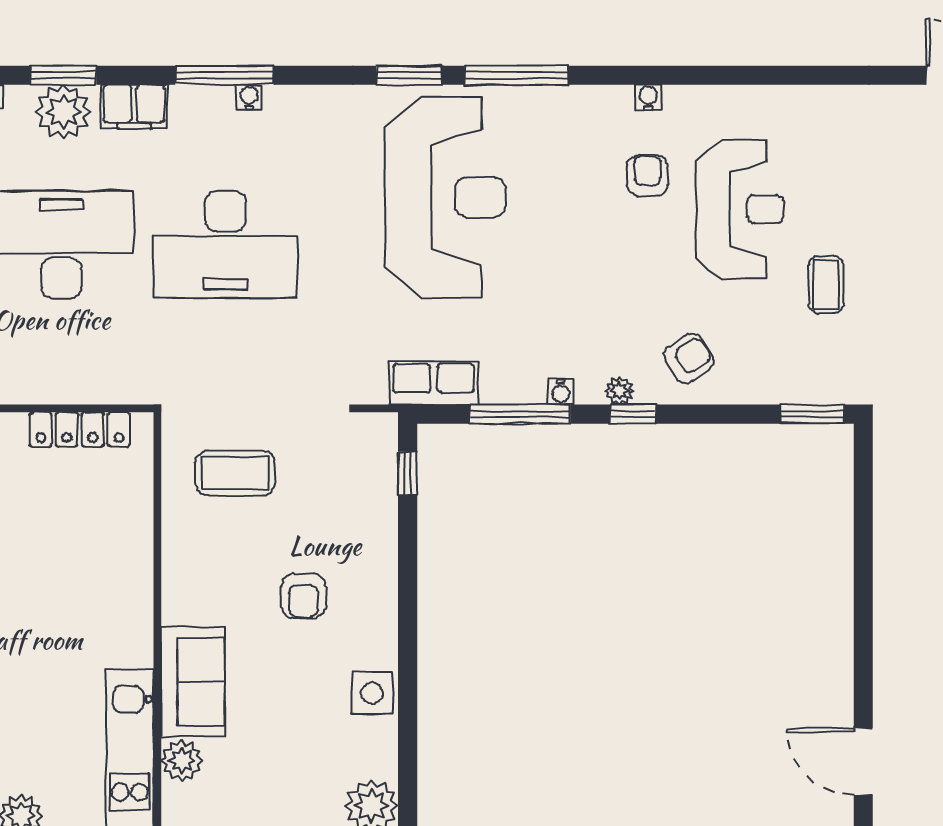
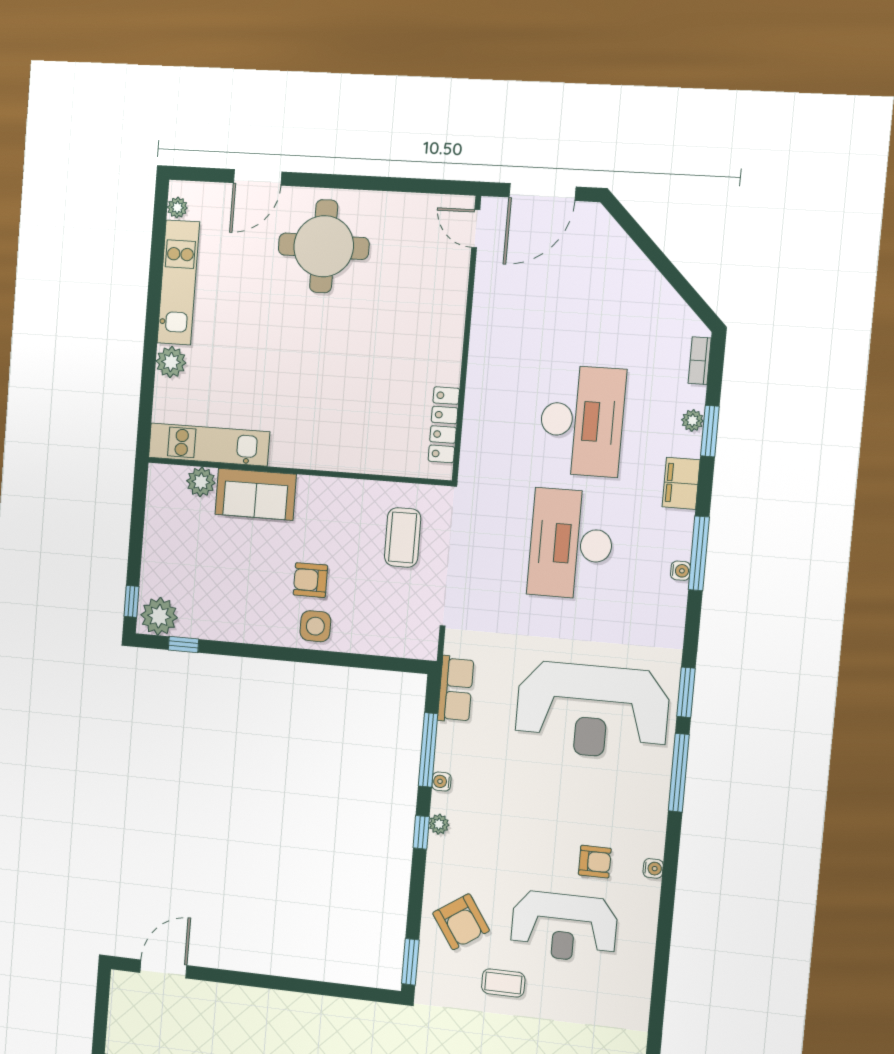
plant: (63, 112) -> (693, 420), width x0.53, depth x0.53
armchair: (689, 358) -> (461, 922), moved, width x1.38, depth x1.38
window: (408, 473) -> (184, 645), moved
side table: (372, 693) -> (315, 626), moved

